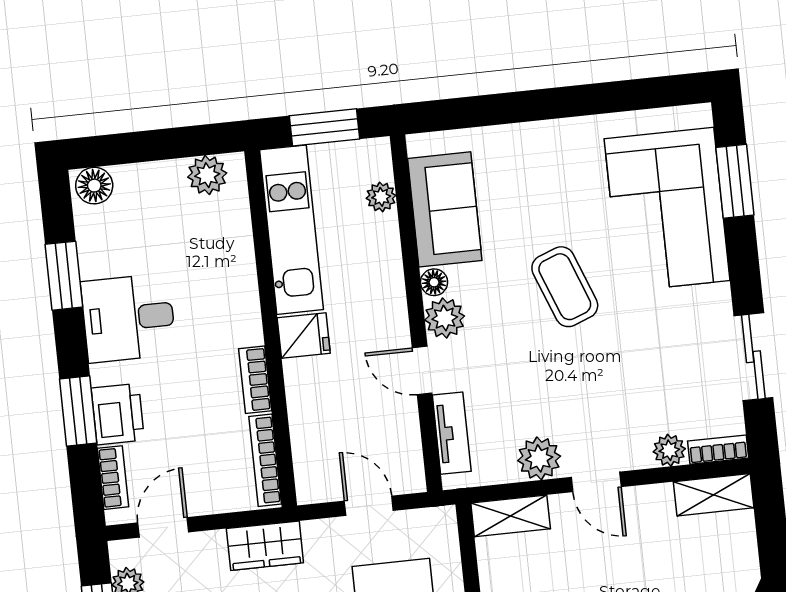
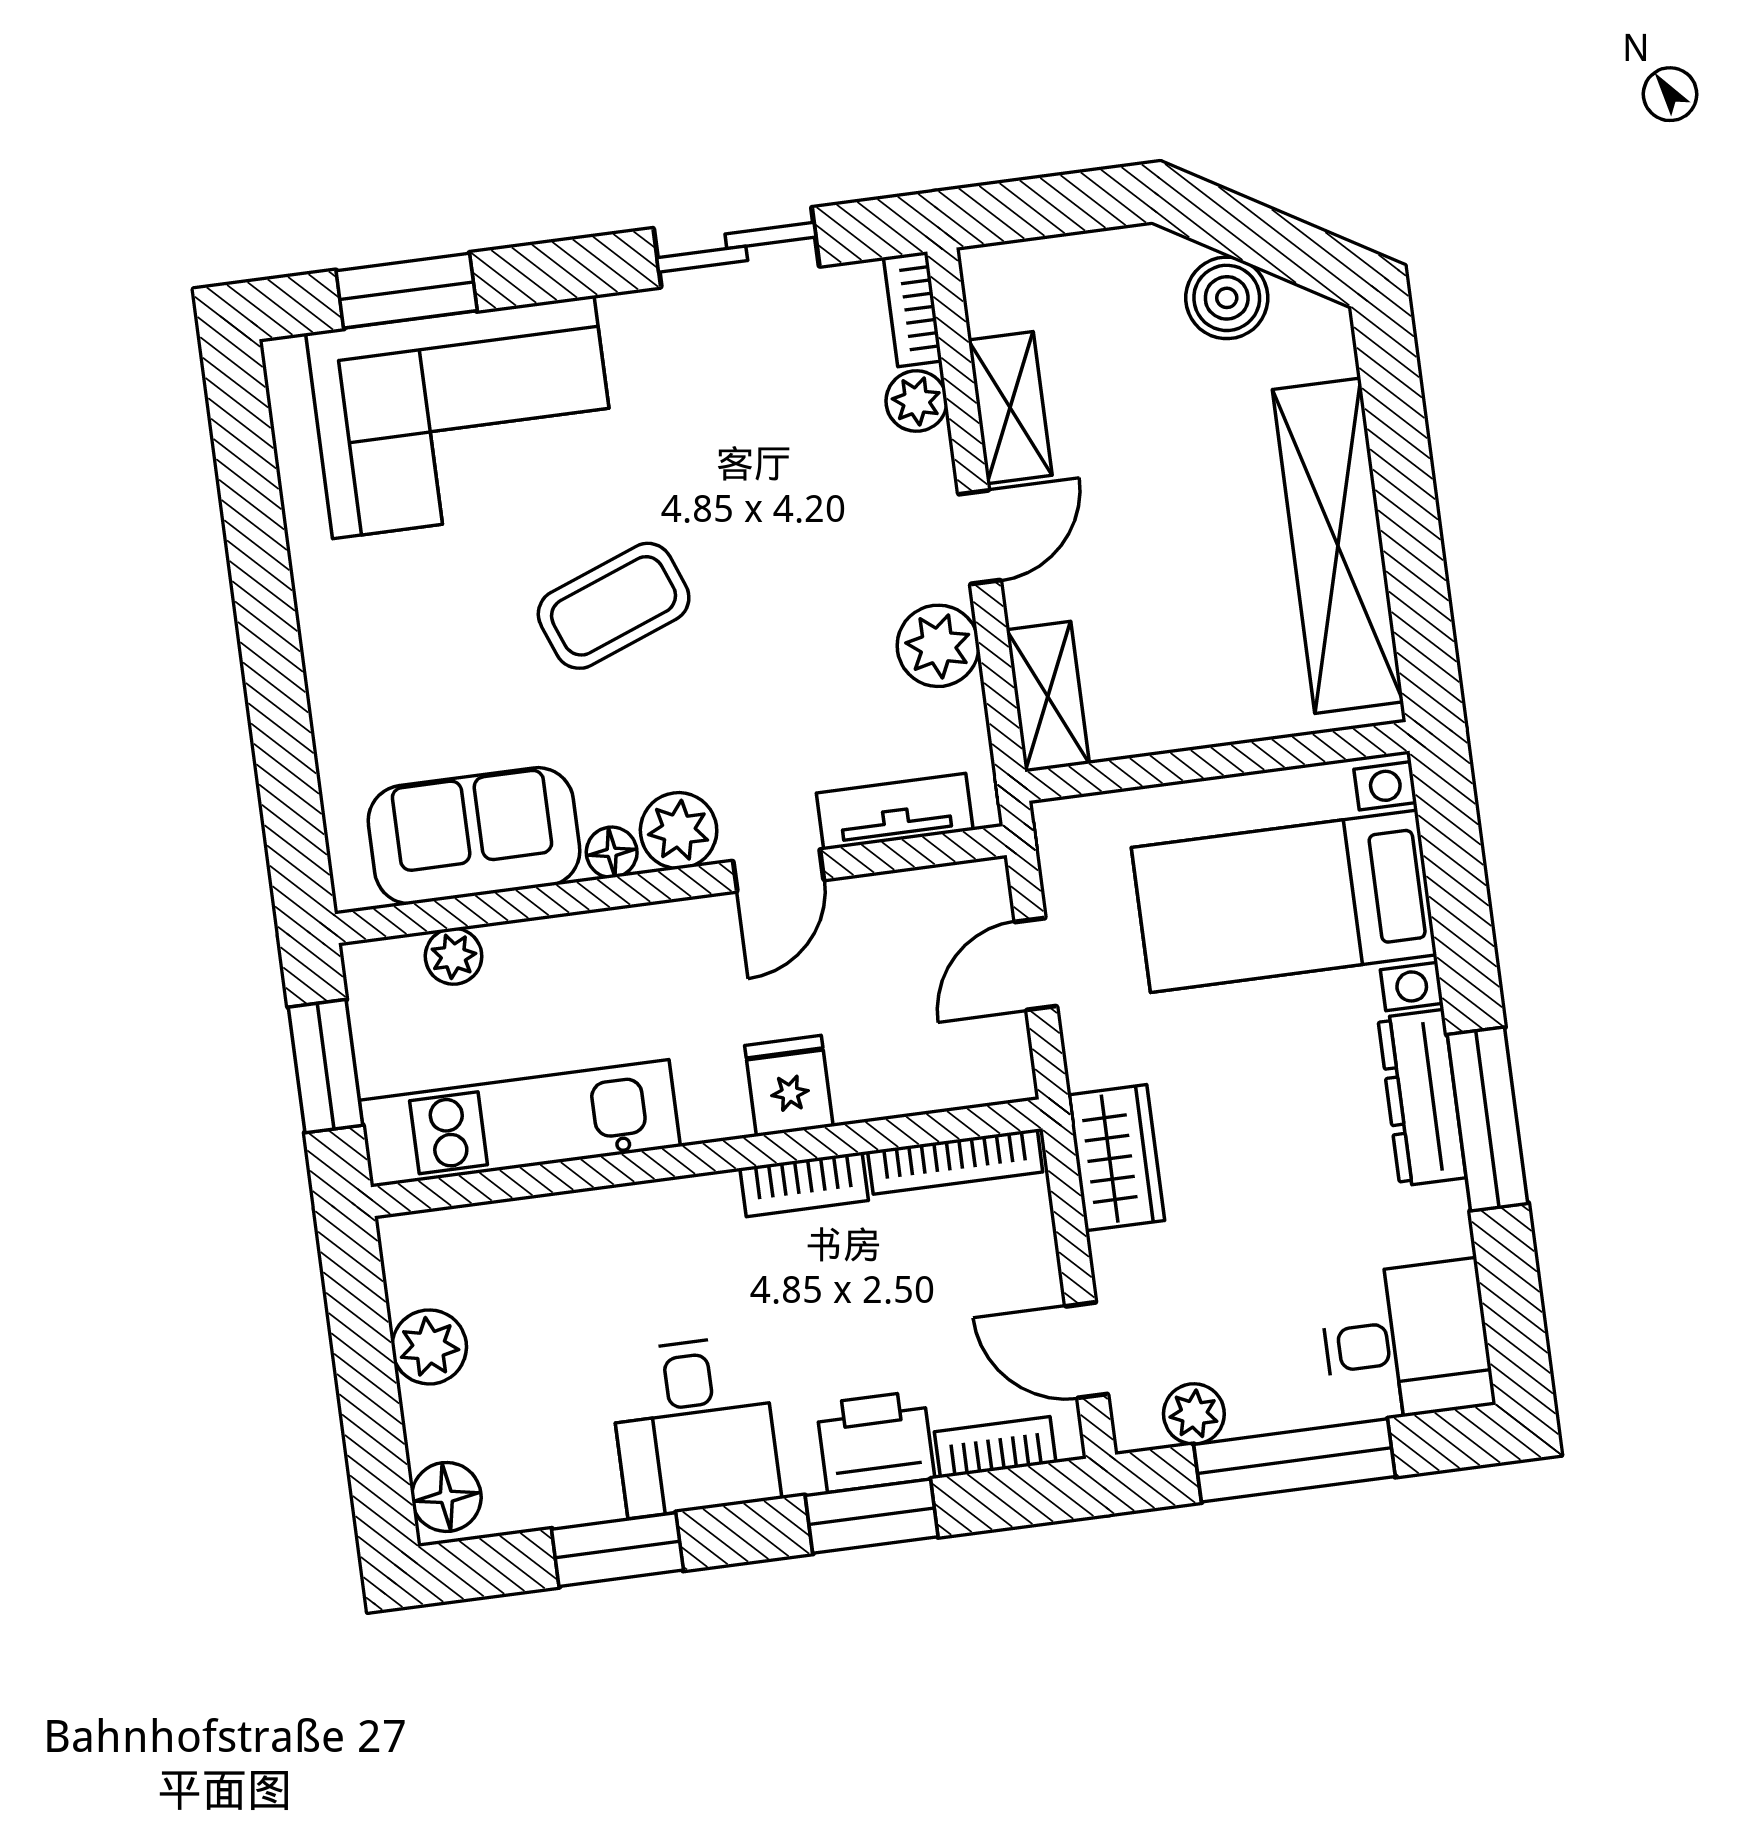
plant: (207, 175) -> (429, 1347), moved
fridge: (304, 335) -> (789, 1086), moved
shelving: (714, 495) -> (1010, 408), moved

